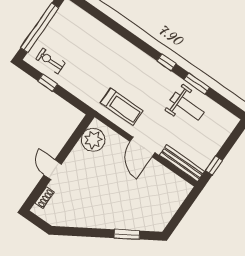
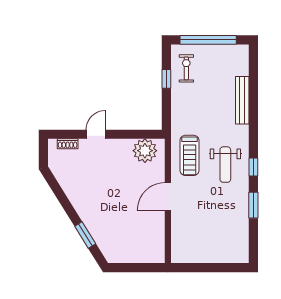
weight bench: (187, 106) -> (225, 165), moved
bench: (182, 163) -> (242, 100), moved
window: (214, 165) -> (194, 268), removed

